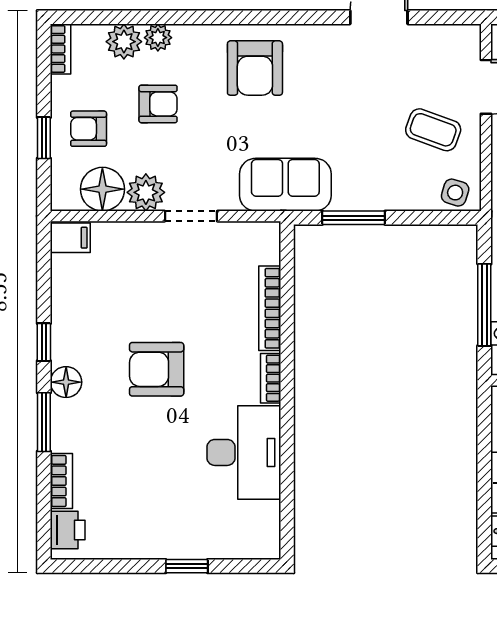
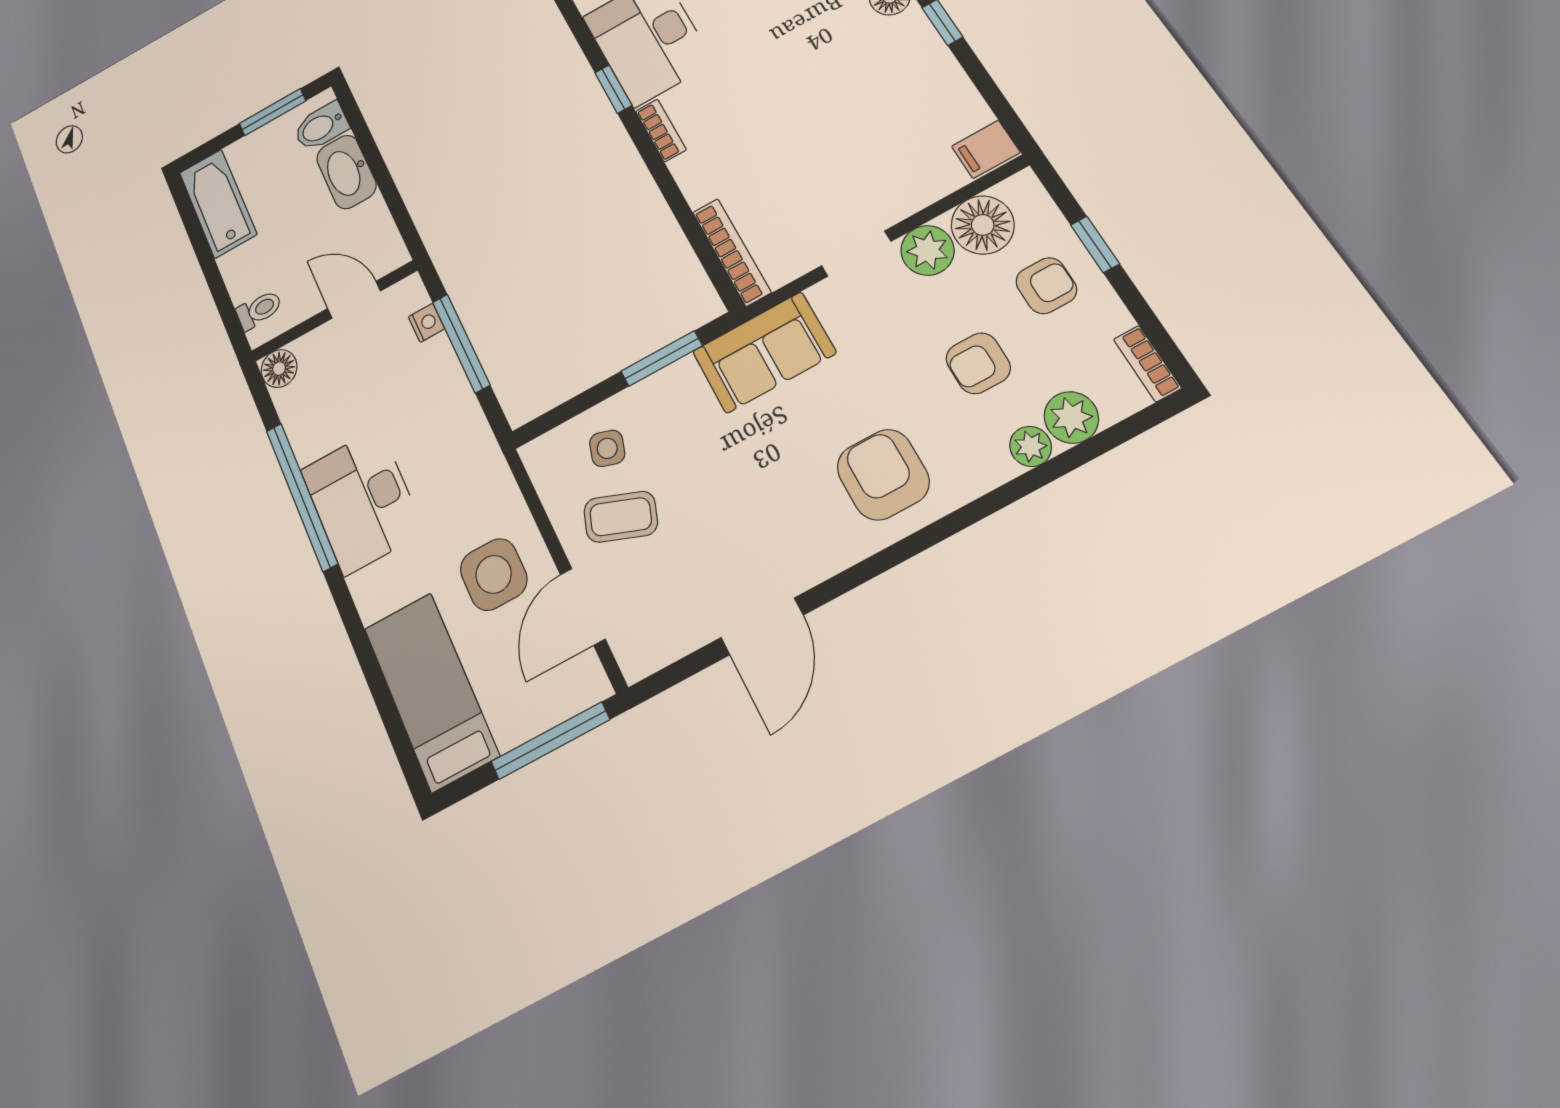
side table: (455, 193) -> (607, 448), moved
bookcase: (270, 308) -> (732, 252), moved
armchair: (157, 369) -> (795, 67), removed
window: (287, 429) -> (613, 89), added

